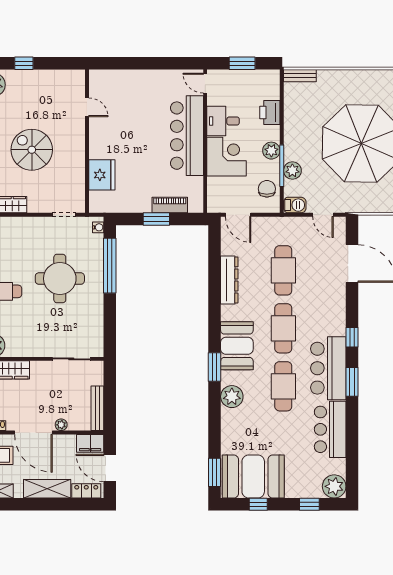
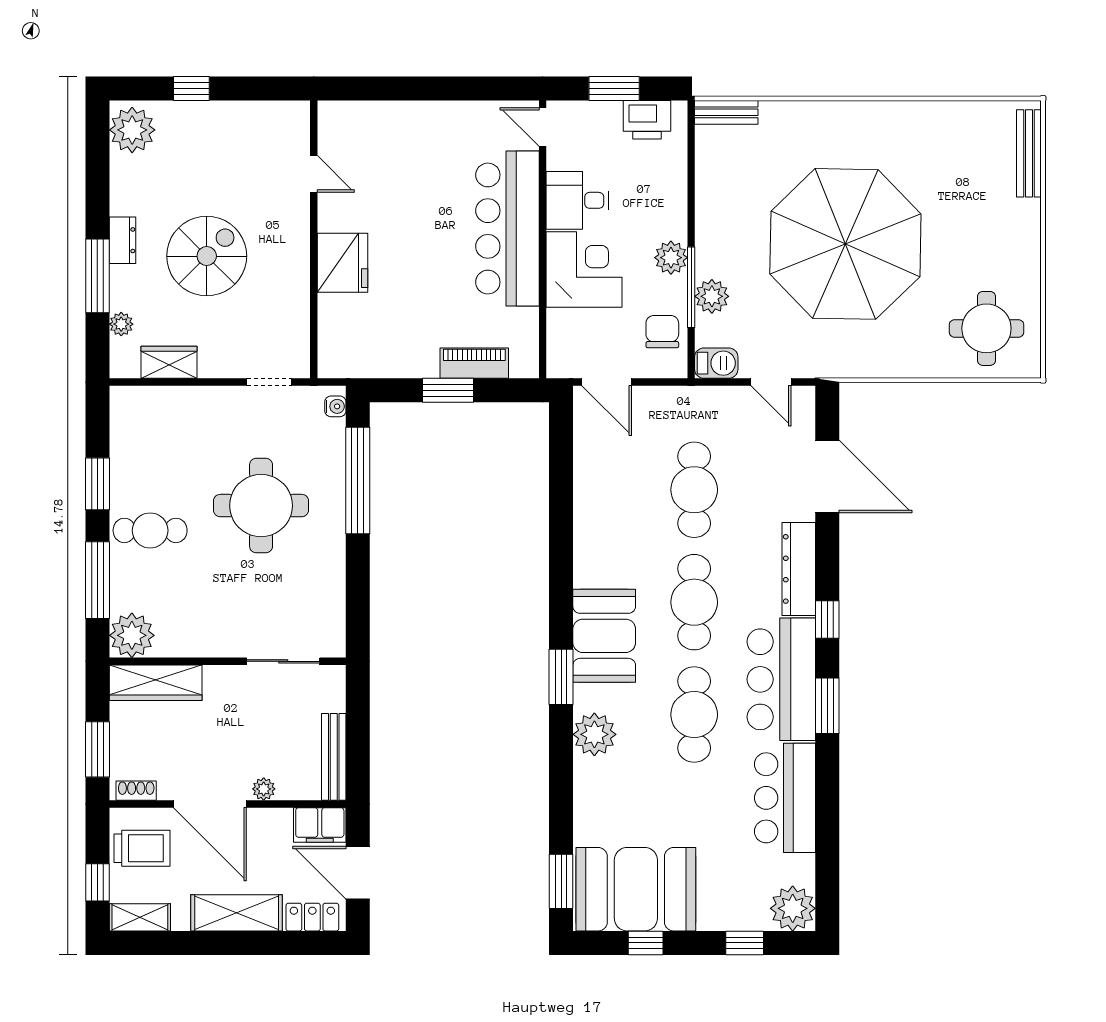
printer: (270, 113) -> (647, 120), moved, turned -90
spiral stairs: (32, 150) -> (207, 256), turned 90
fridge: (102, 175) -> (342, 263), moved
dresser: (229, 280) -> (799, 569), moved, turned 180

